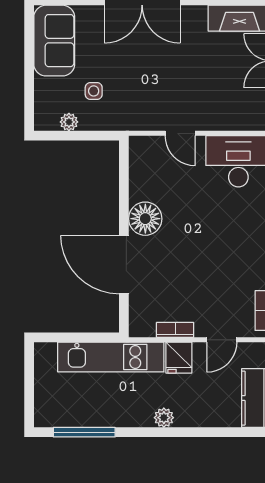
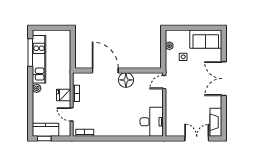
door: (180, 133) -> (164, 82), moved
door: (124, 265) -> (105, 70), hinge flipped
kitchen unit: (111, 357) -> (39, 59), moved, turned 180

